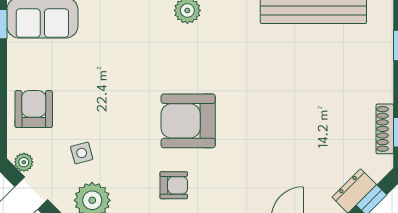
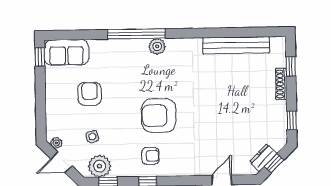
armchair: (34, 109) -> (90, 94), moved
shoe rack: (385, 129) -> (281, 84), moved

